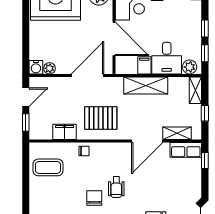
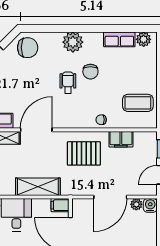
filing cabinet: (144, 65) -> (60, 205), moved, turned 90
door: (87, 75) -> (110, 197), moved

